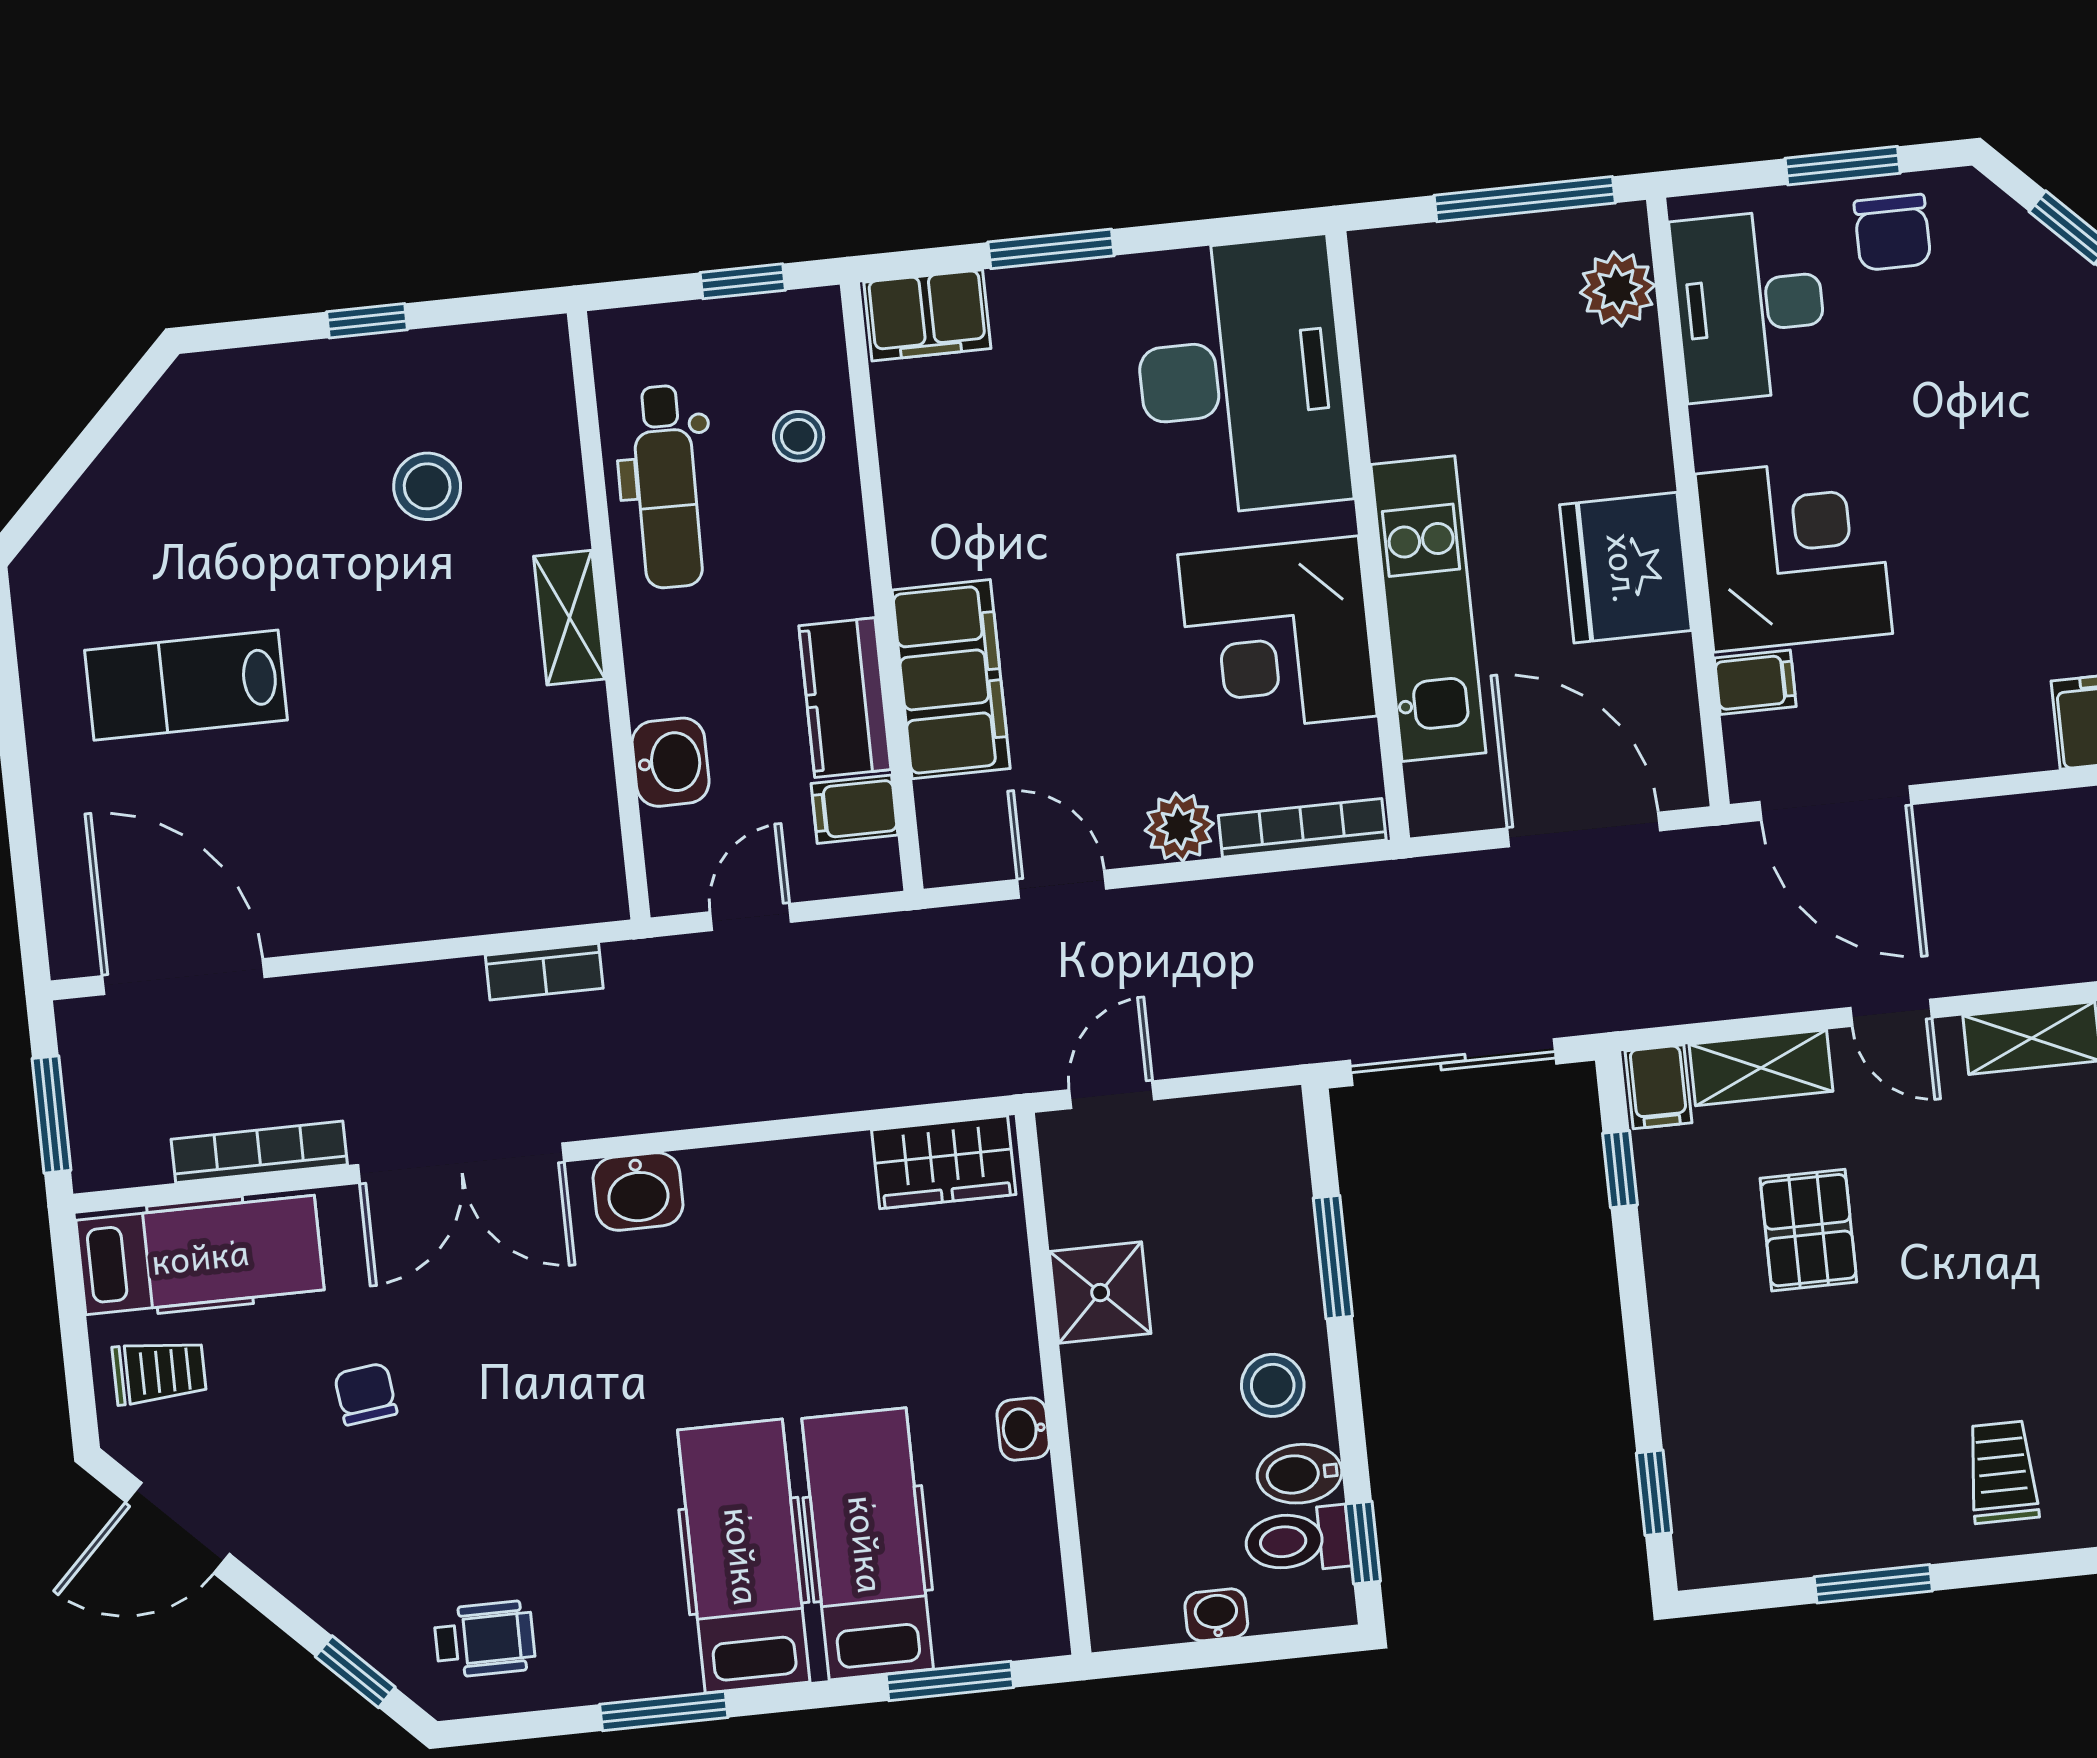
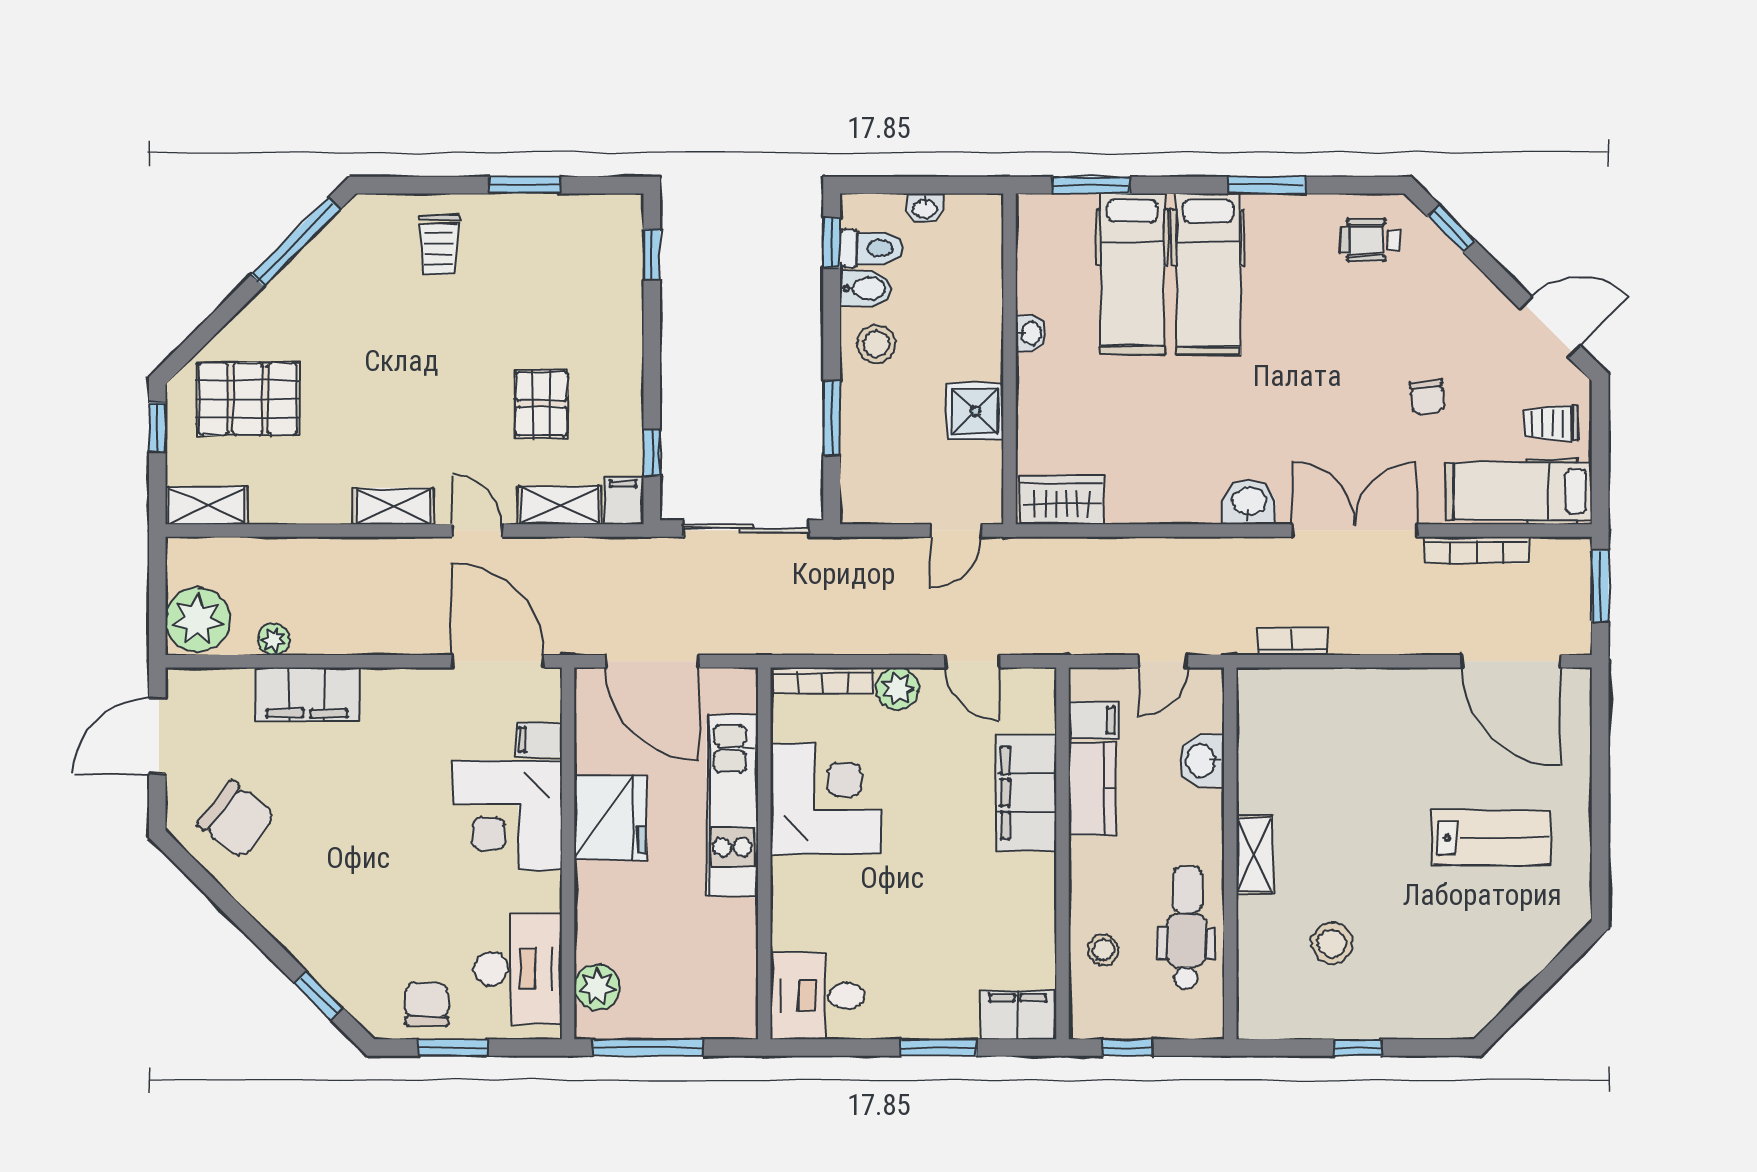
desk: (1241, 377) -> (817, 996), width x0.53, depth x0.77

